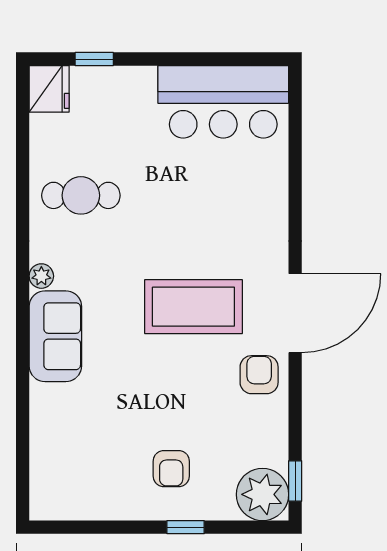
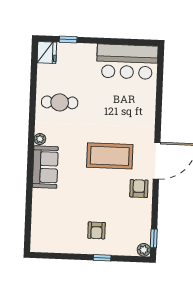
plant: (262, 494) -> (144, 250), width x0.53, depth x0.53

